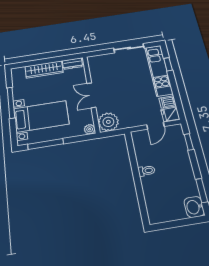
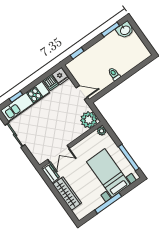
double door: (91, 95) -> (58, 154), moved
door: (155, 126) -> (82, 92), moved

